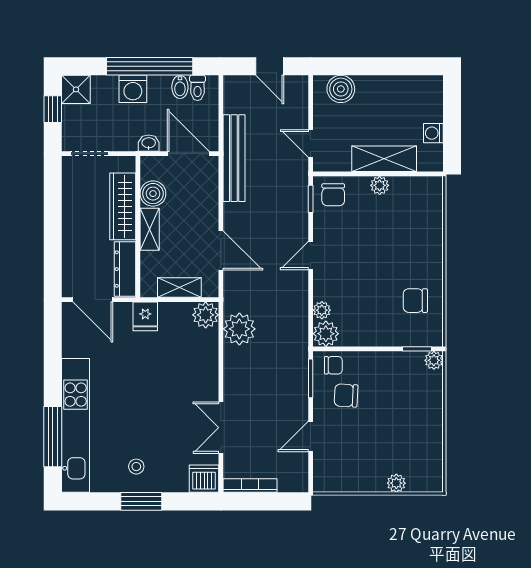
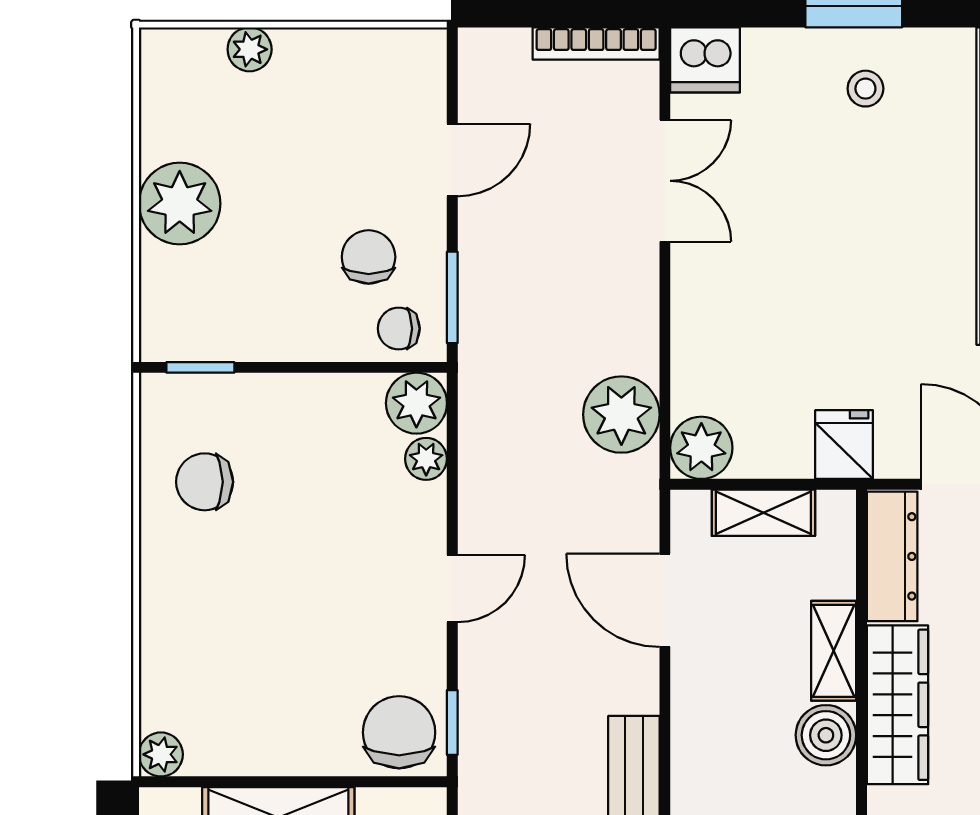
plant: (380, 185) -> (161, 754), moved
chair: (333, 195) -> (399, 732), width x1.37, depth x1.37
chair: (415, 301) -> (205, 482), turned 180
plant: (434, 360) -> (180, 204), moved, width x1.87, depth x1.87
chair: (346, 395) -> (369, 257), turned -93

